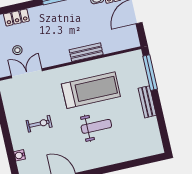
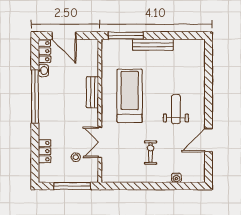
double door: (27, 73) -> (100, 142), moved
bench: (147, 102) -> (153, 45), width x1.36
weight bench: (96, 126) -> (176, 109), moved

